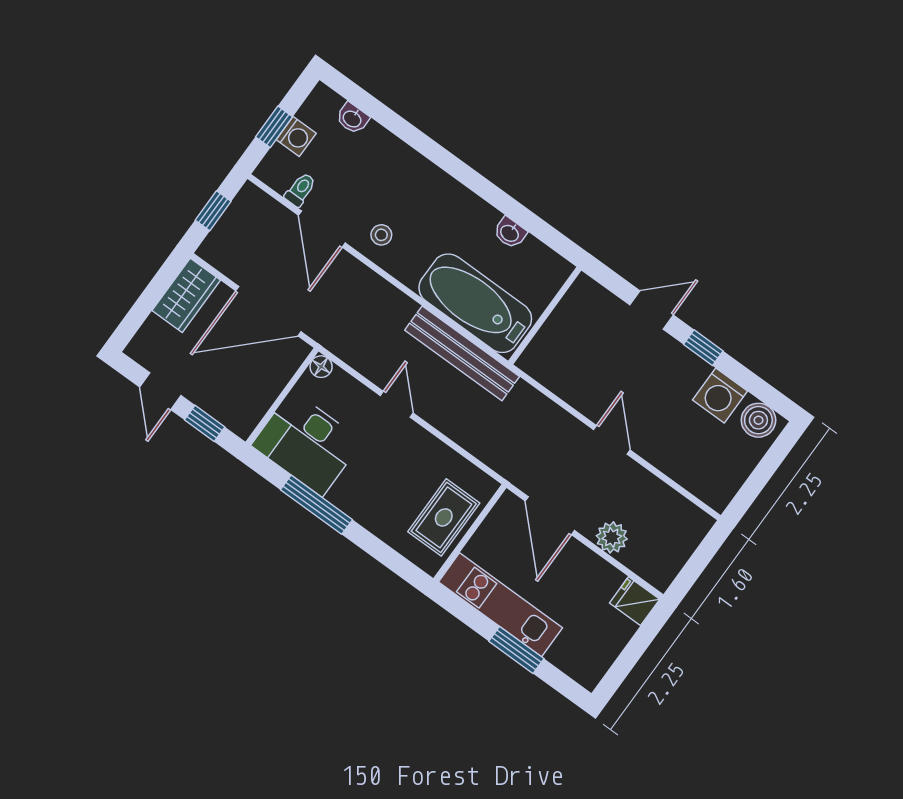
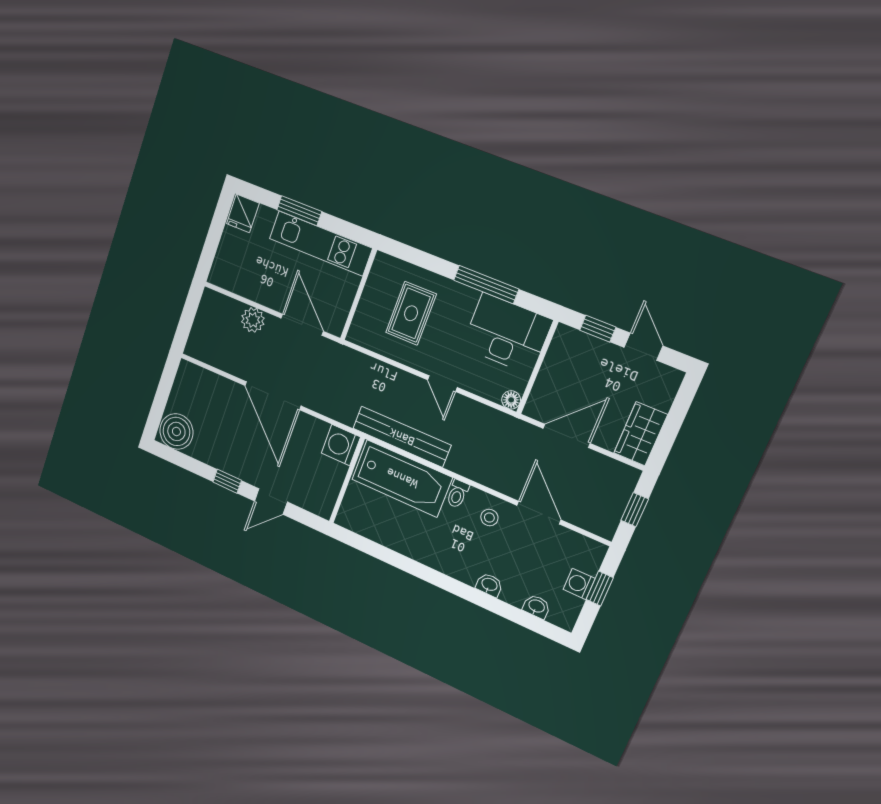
toilet: (300, 190) -> (457, 494), moved
washbasin: (510, 233) -> (489, 585), moved
door: (268, 311) -> (567, 436), width x0.73
washing machine: (720, 396) -> (341, 445), moved, turned -90
boiler: (758, 420) -> (176, 431), width x1.37, depth x1.37
door: (612, 440) -> (273, 396), width x1.88
rug: (444, 517) -> (411, 313), moved
fridge: (635, 601) -> (243, 213), moved, turned 90

